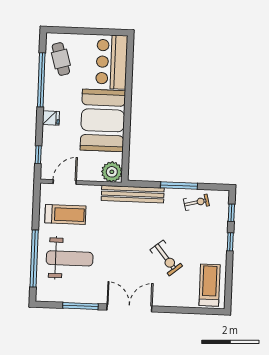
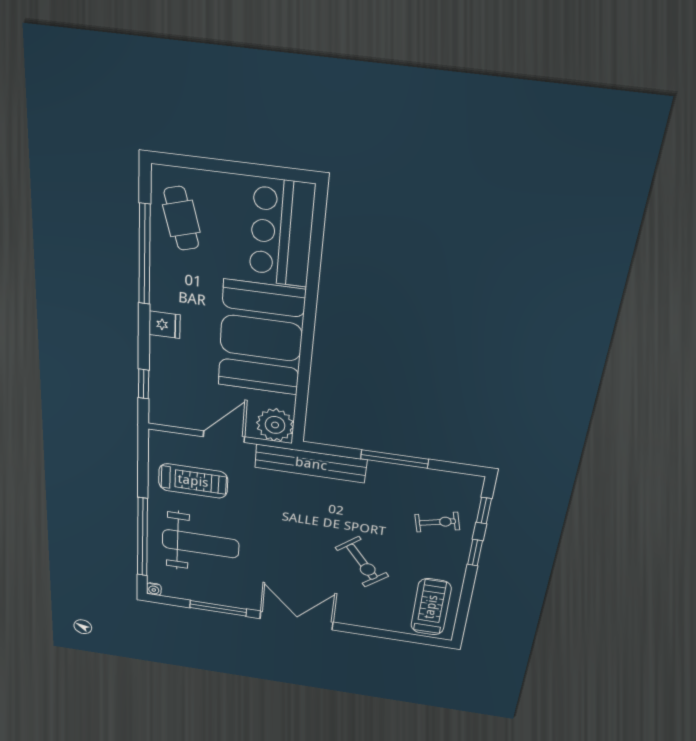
door: (65, 182) -> (224, 437), moved
exercise bike: (196, 202) -> (437, 522), moved
water cooler: (40, 297) -> (154, 589), added

